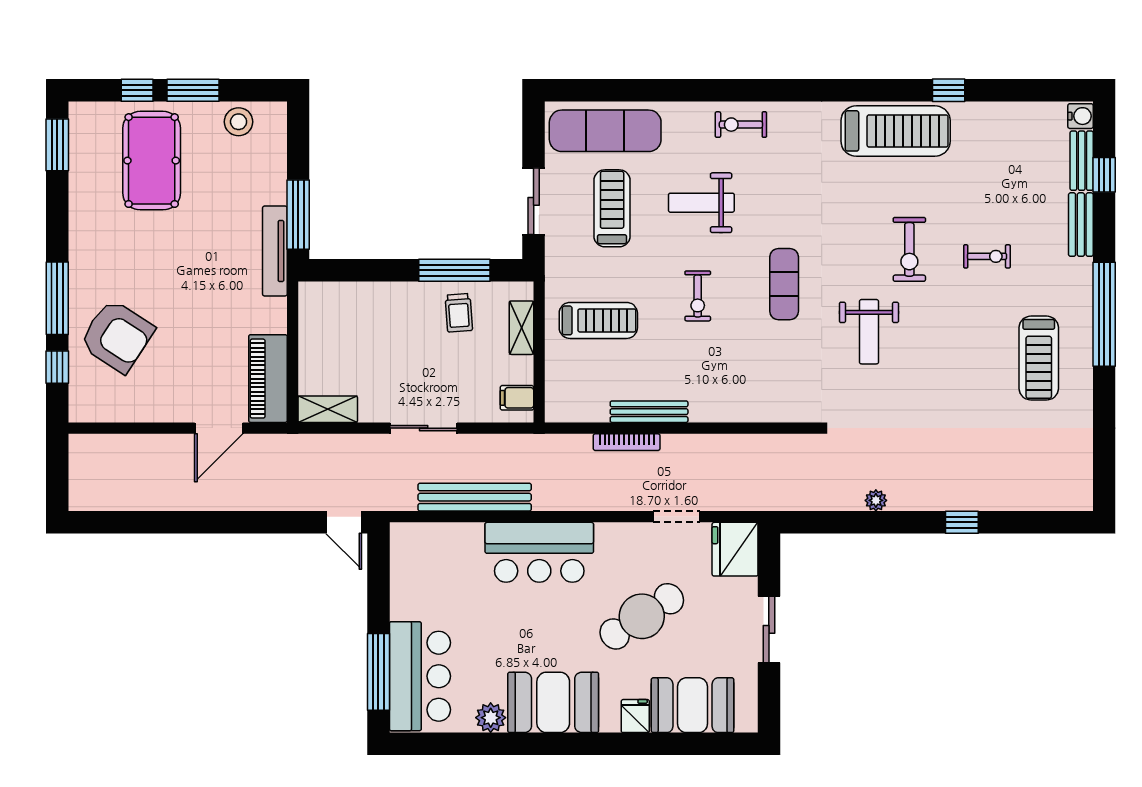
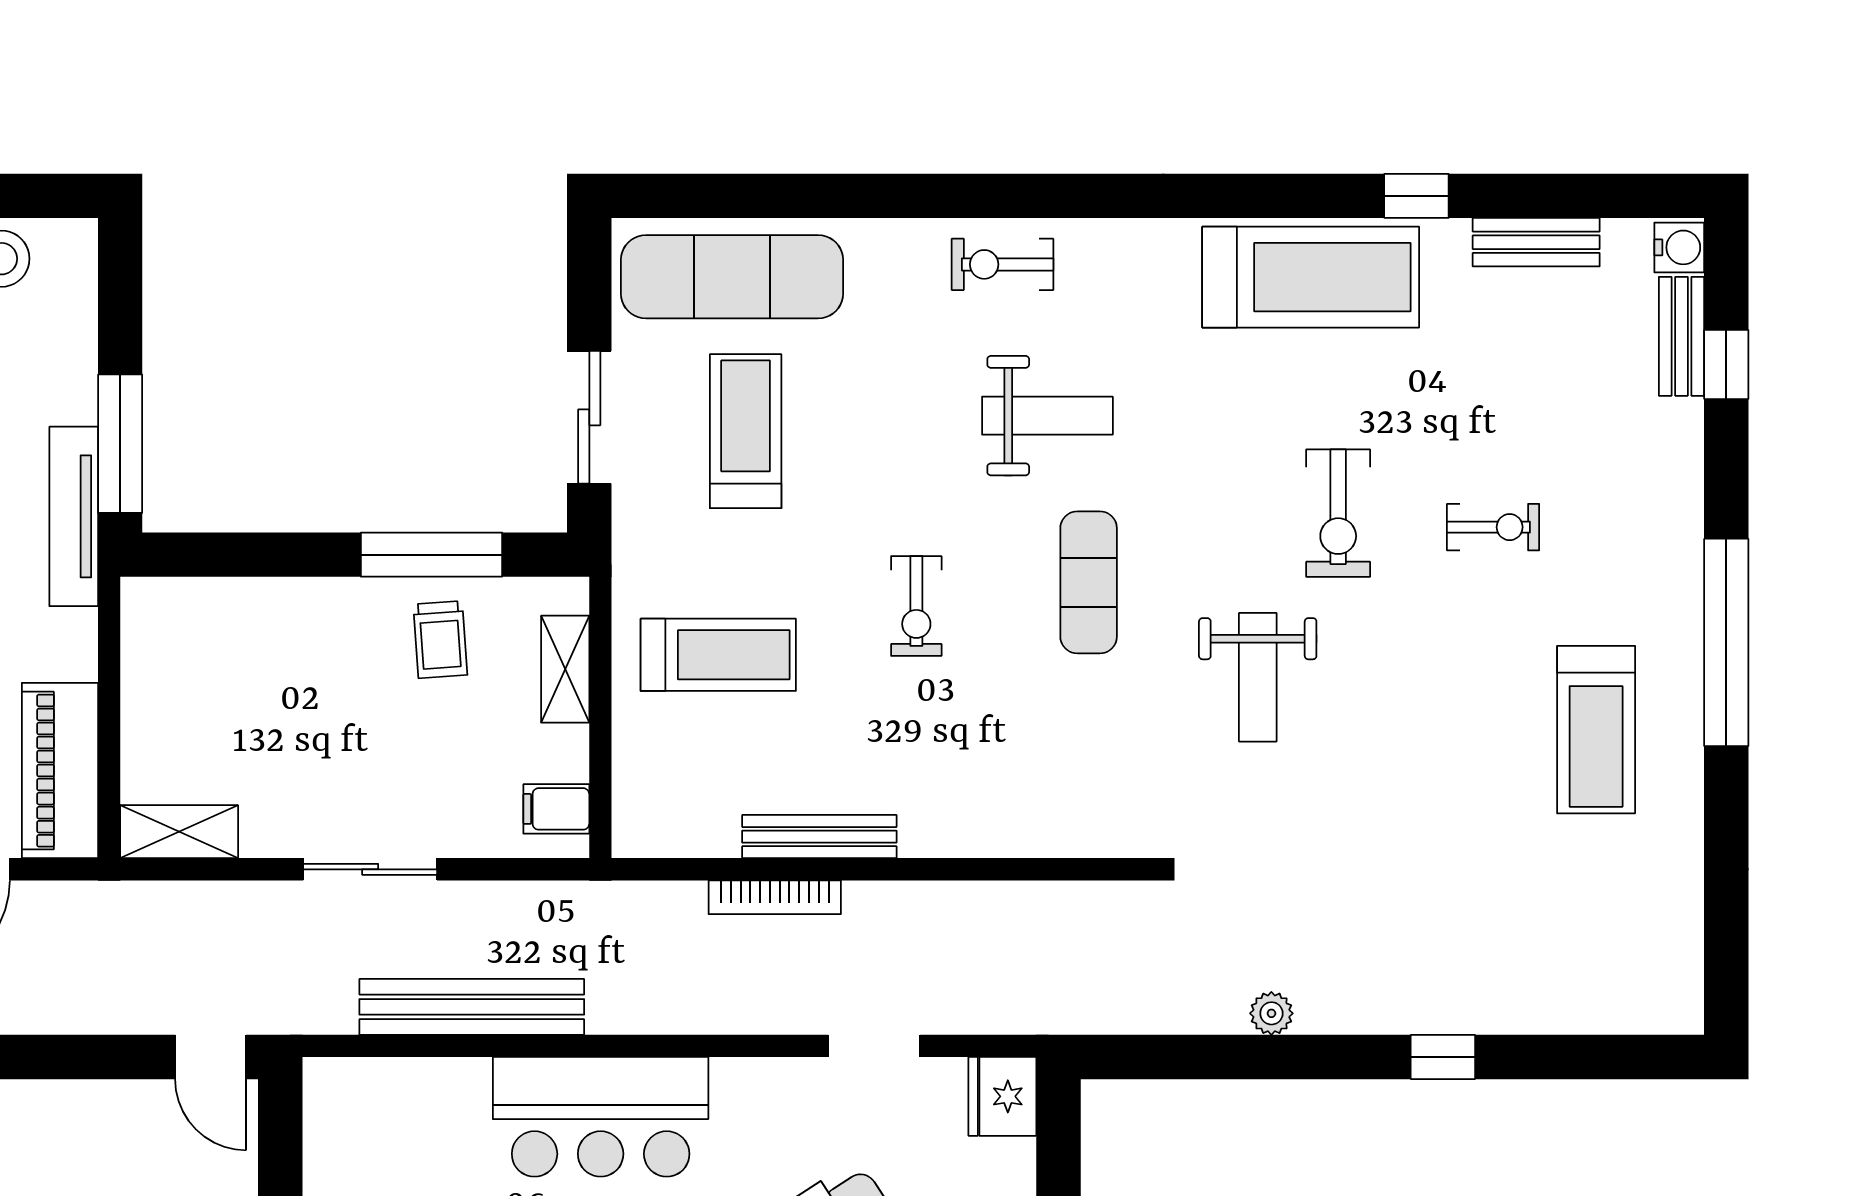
weight bench: (701, 203) -> (1047, 416), moved, turned 180
bench: (1081, 225) -> (1536, 242), moved, turned 90
fridge: (735, 549) -> (1002, 1096), width x0.73, depth x0.75

